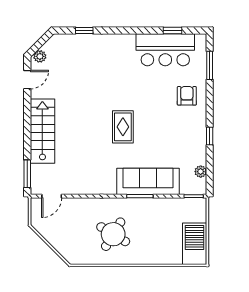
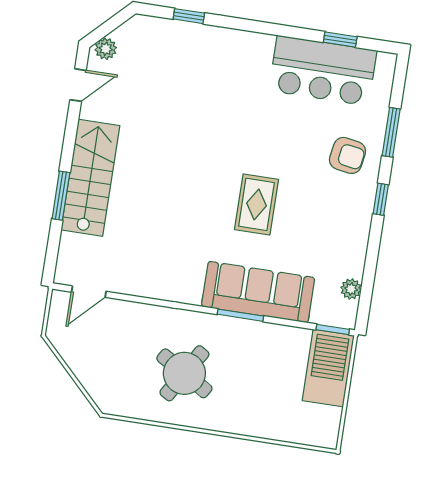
window: (210, 65) -> (391, 132), moved
armchair: (187, 96) -> (347, 155), turned 99
rug: (123, 127) -> (256, 204), moved
window: (210, 136) -> (381, 199), moved
window: (27, 174) -> (61, 196), moved
barbecue: (195, 244) -> (328, 368), moved

